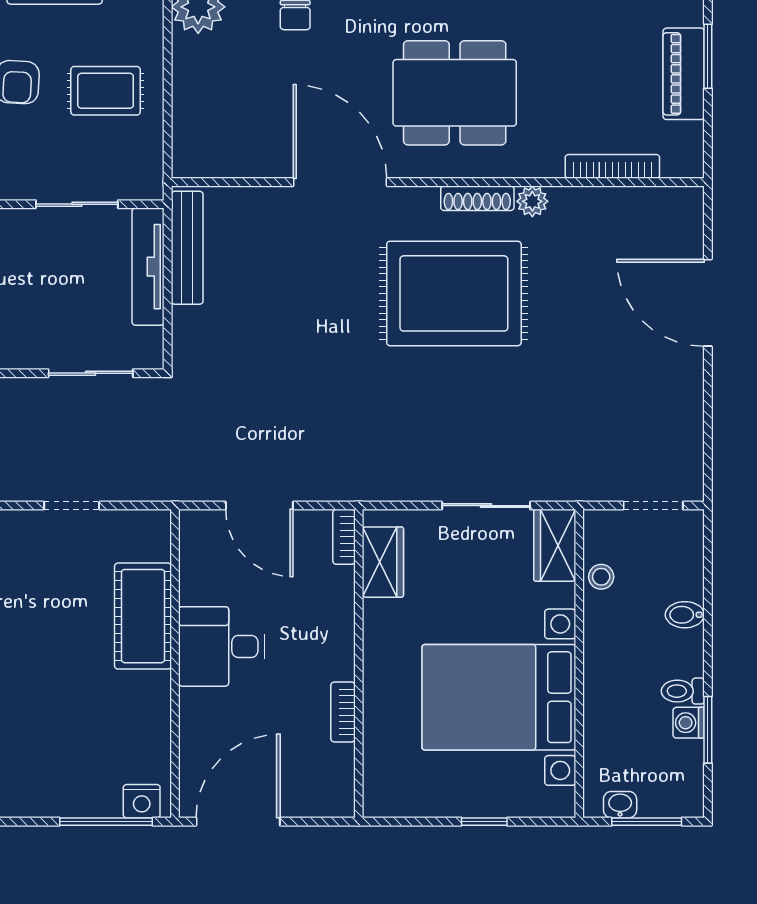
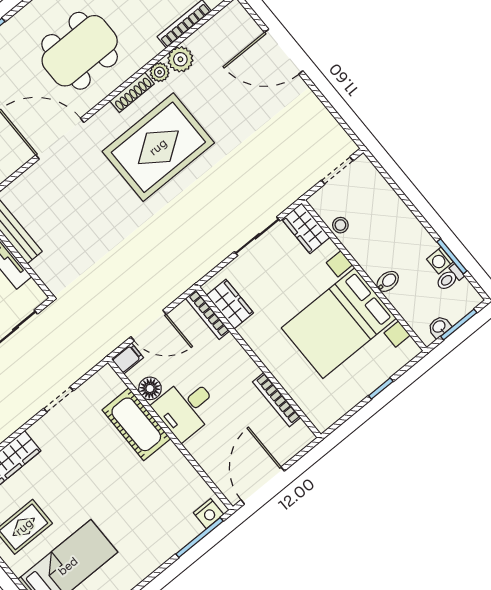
plant: (571, 207) -> (180, 59), added
filing cabinet: (200, 525) -> (127, 358), added
bookcase: (344, 537) -> (208, 315), width x1.56
floor lamp: (197, 585) -> (150, 388), added
bidet: (685, 615) -> (388, 281), moved, turned 180
toilet: (683, 691) -> (449, 278), moved
bookcase: (343, 712) -> (277, 400), width x1.56

